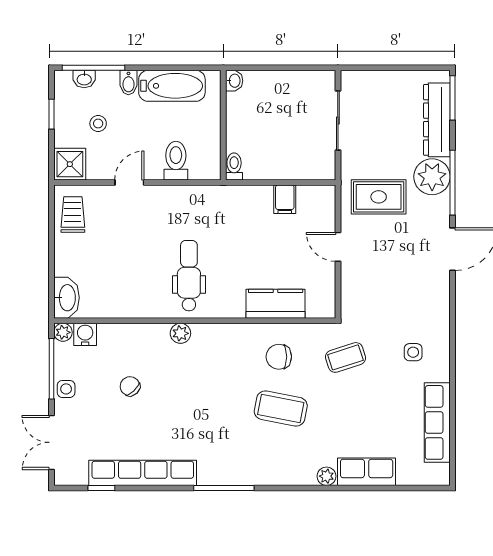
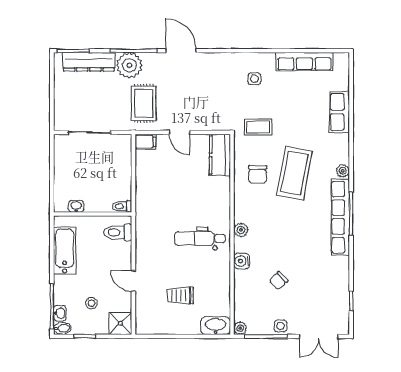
washbasin: (234, 81) -> (76, 206), moved
bidet: (128, 83) -> (62, 328), moved
toilet: (176, 161) -> (118, 232), moved
filing cabinet: (285, 199) -> (145, 142), moved
trolley: (73, 215) -> (180, 295), moved
door: (338, 247) -> (179, 132), hinge flipped
kitchen counter: (276, 304) -> (220, 155), moved
plant: (180, 333) -> (241, 230), moved
water cooler: (85, 334) -> (242, 261), moved
coffee table: (345, 357) -> (258, 127), turned -72
coffee table: (281, 408) -> (294, 173), width x1.36, depth x1.32
row of seats: (143, 473) -> (340, 217), moved
plant: (326, 476) -> (343, 171), moved

